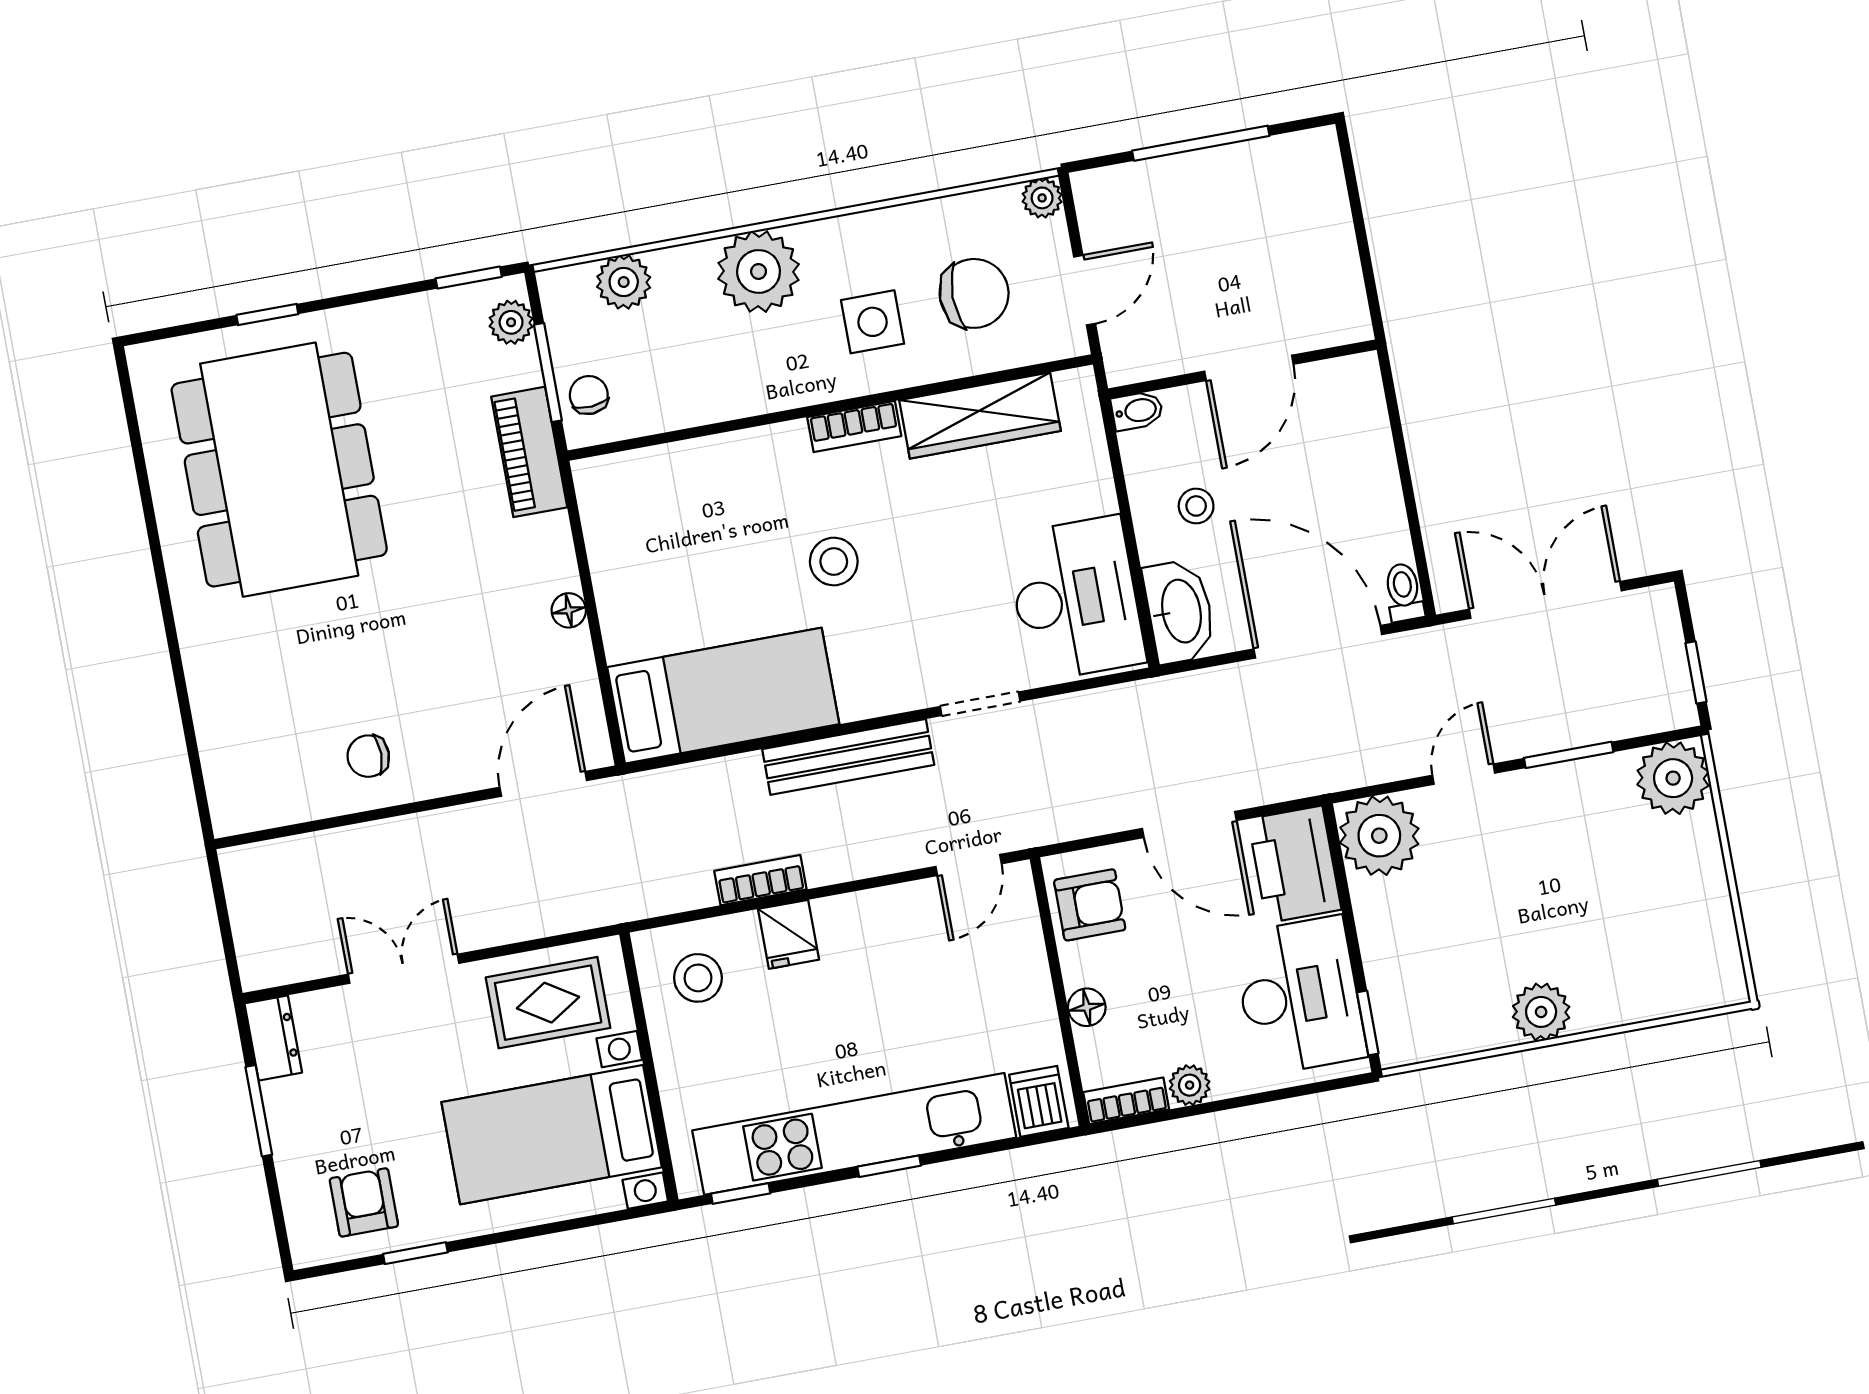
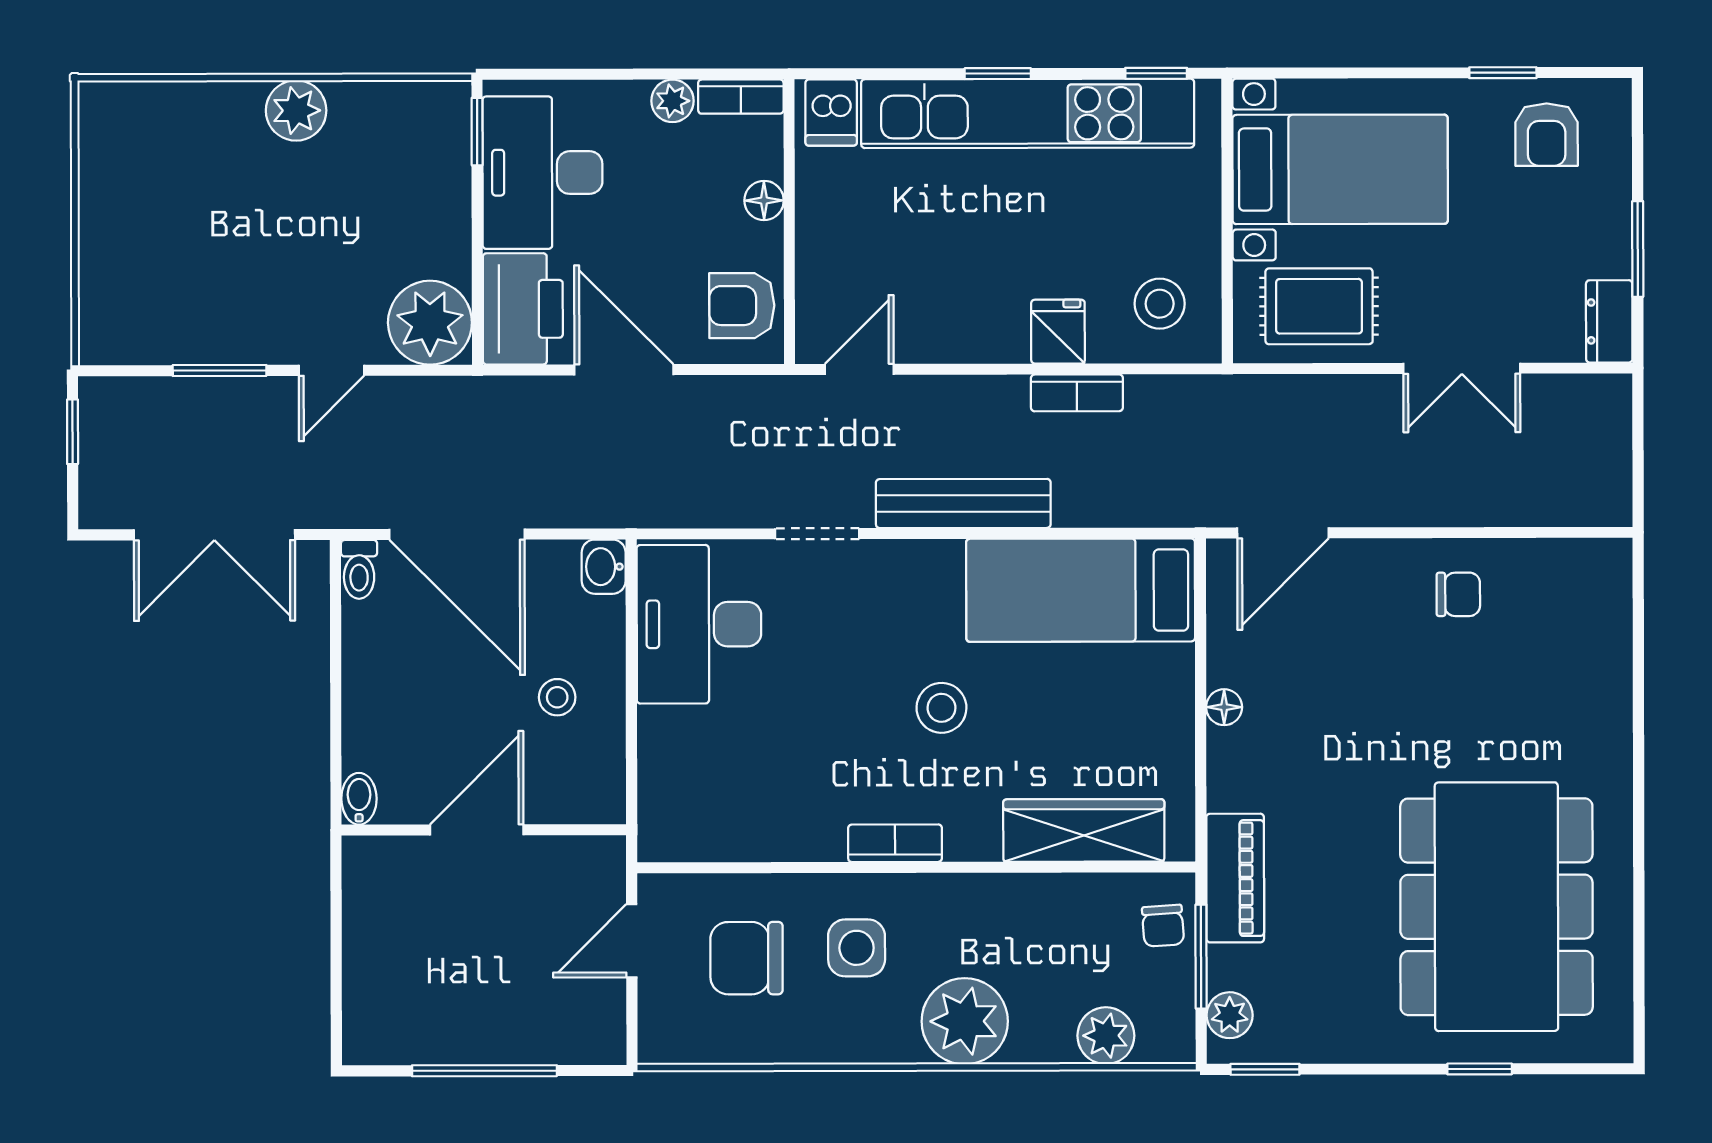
plant: (1042, 198) -> (658, 1044), removed
bidet: (1137, 411) -> (359, 799), moved, turned 90
wardrobe: (980, 416) -> (1084, 830), moved
washbasin: (1180, 611) -> (604, 567), width x0.52, depth x0.69
plant: (1673, 778) -> (116, 327), removed

